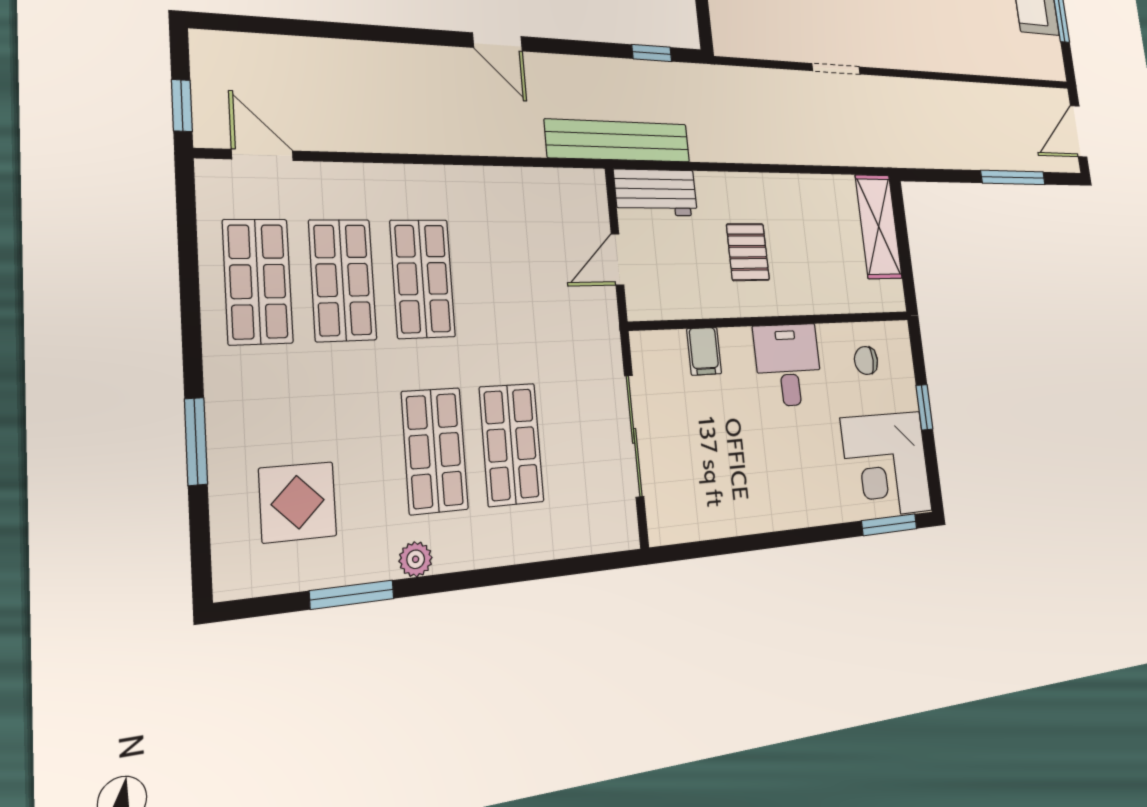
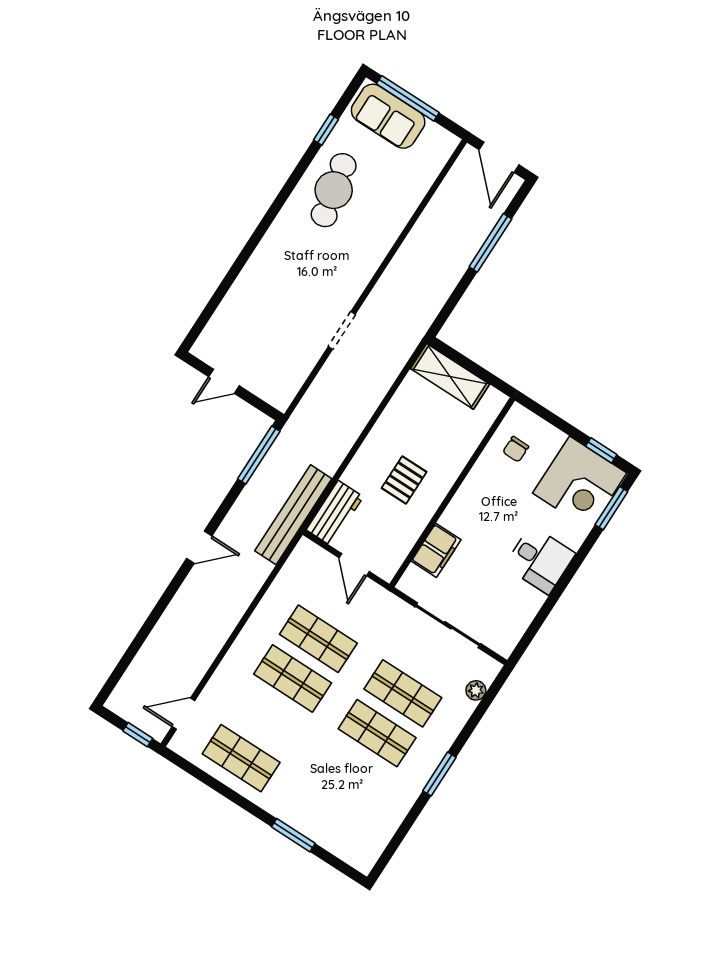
window: (652, 53) -> (259, 455), width x2.17
pallet: (748, 252) -> (404, 480), turned 90
shop shelf: (343, 280) -> (318, 639), moved
filing cabinet: (704, 351) -> (436, 550), width x2.00
desk: (788, 365) -> (540, 560), moved, turned 180
window: (924, 407) -> (601, 450), moved
display table: (298, 502) -> (352, 812), removed
plant: (416, 559) -> (476, 690), moved
window: (352, 595) -> (439, 774), moved

